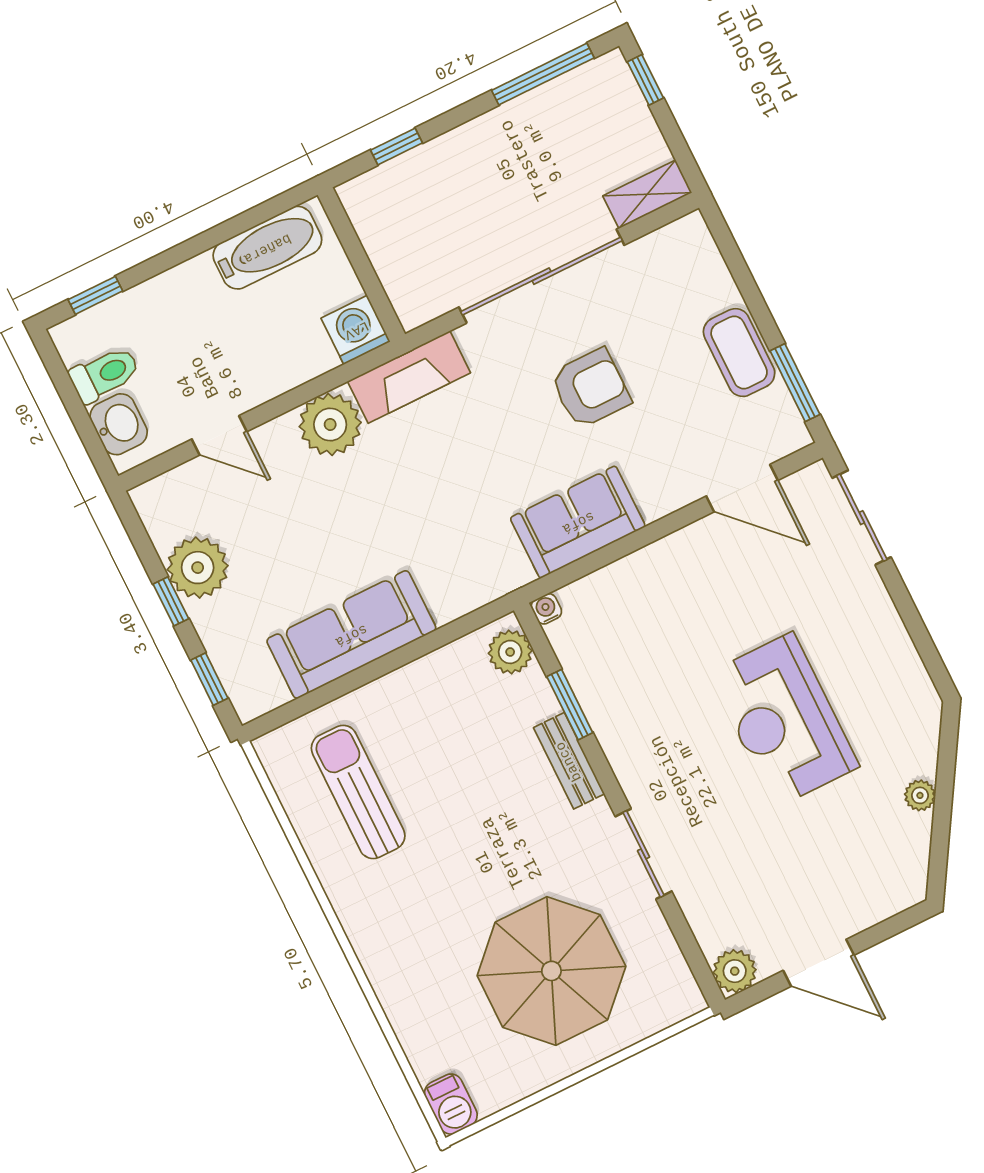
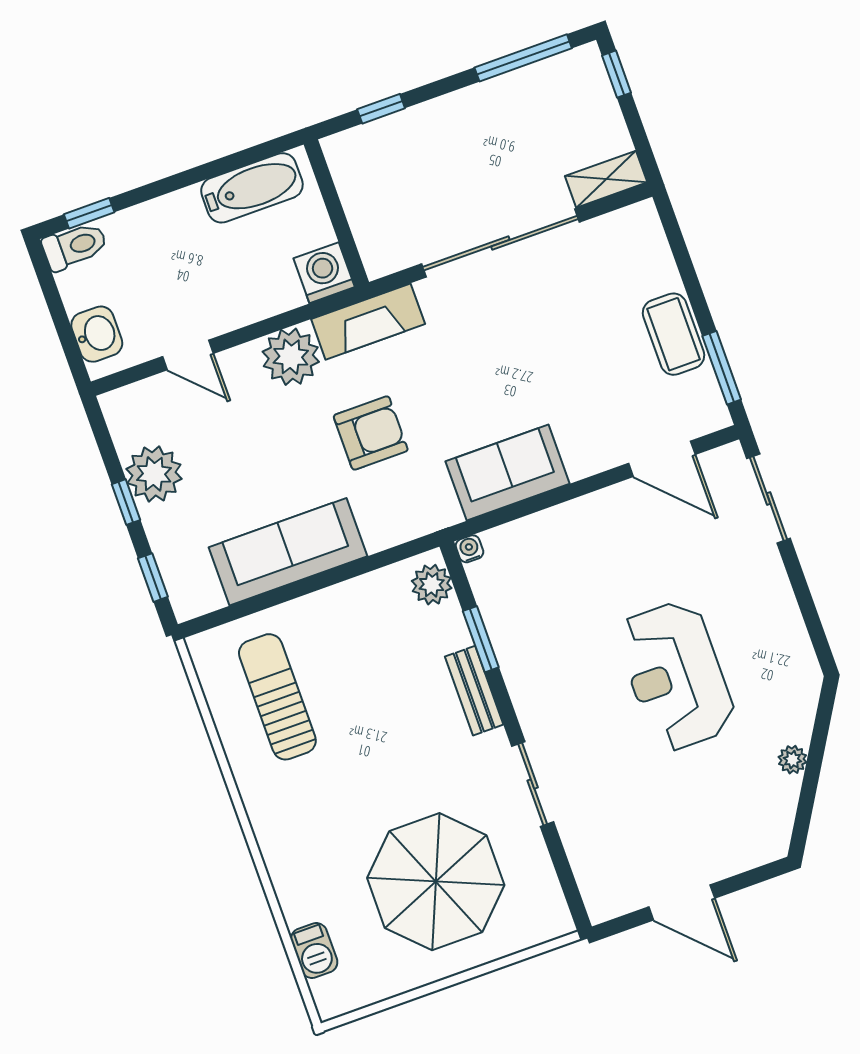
toilet: (105, 374) -> (75, 246), moved
armchair: (590, 388) -> (371, 433), moved
plant: (735, 971) -> (604, 901), removed
barbecue: (451, 1104) -> (314, 951), moved

